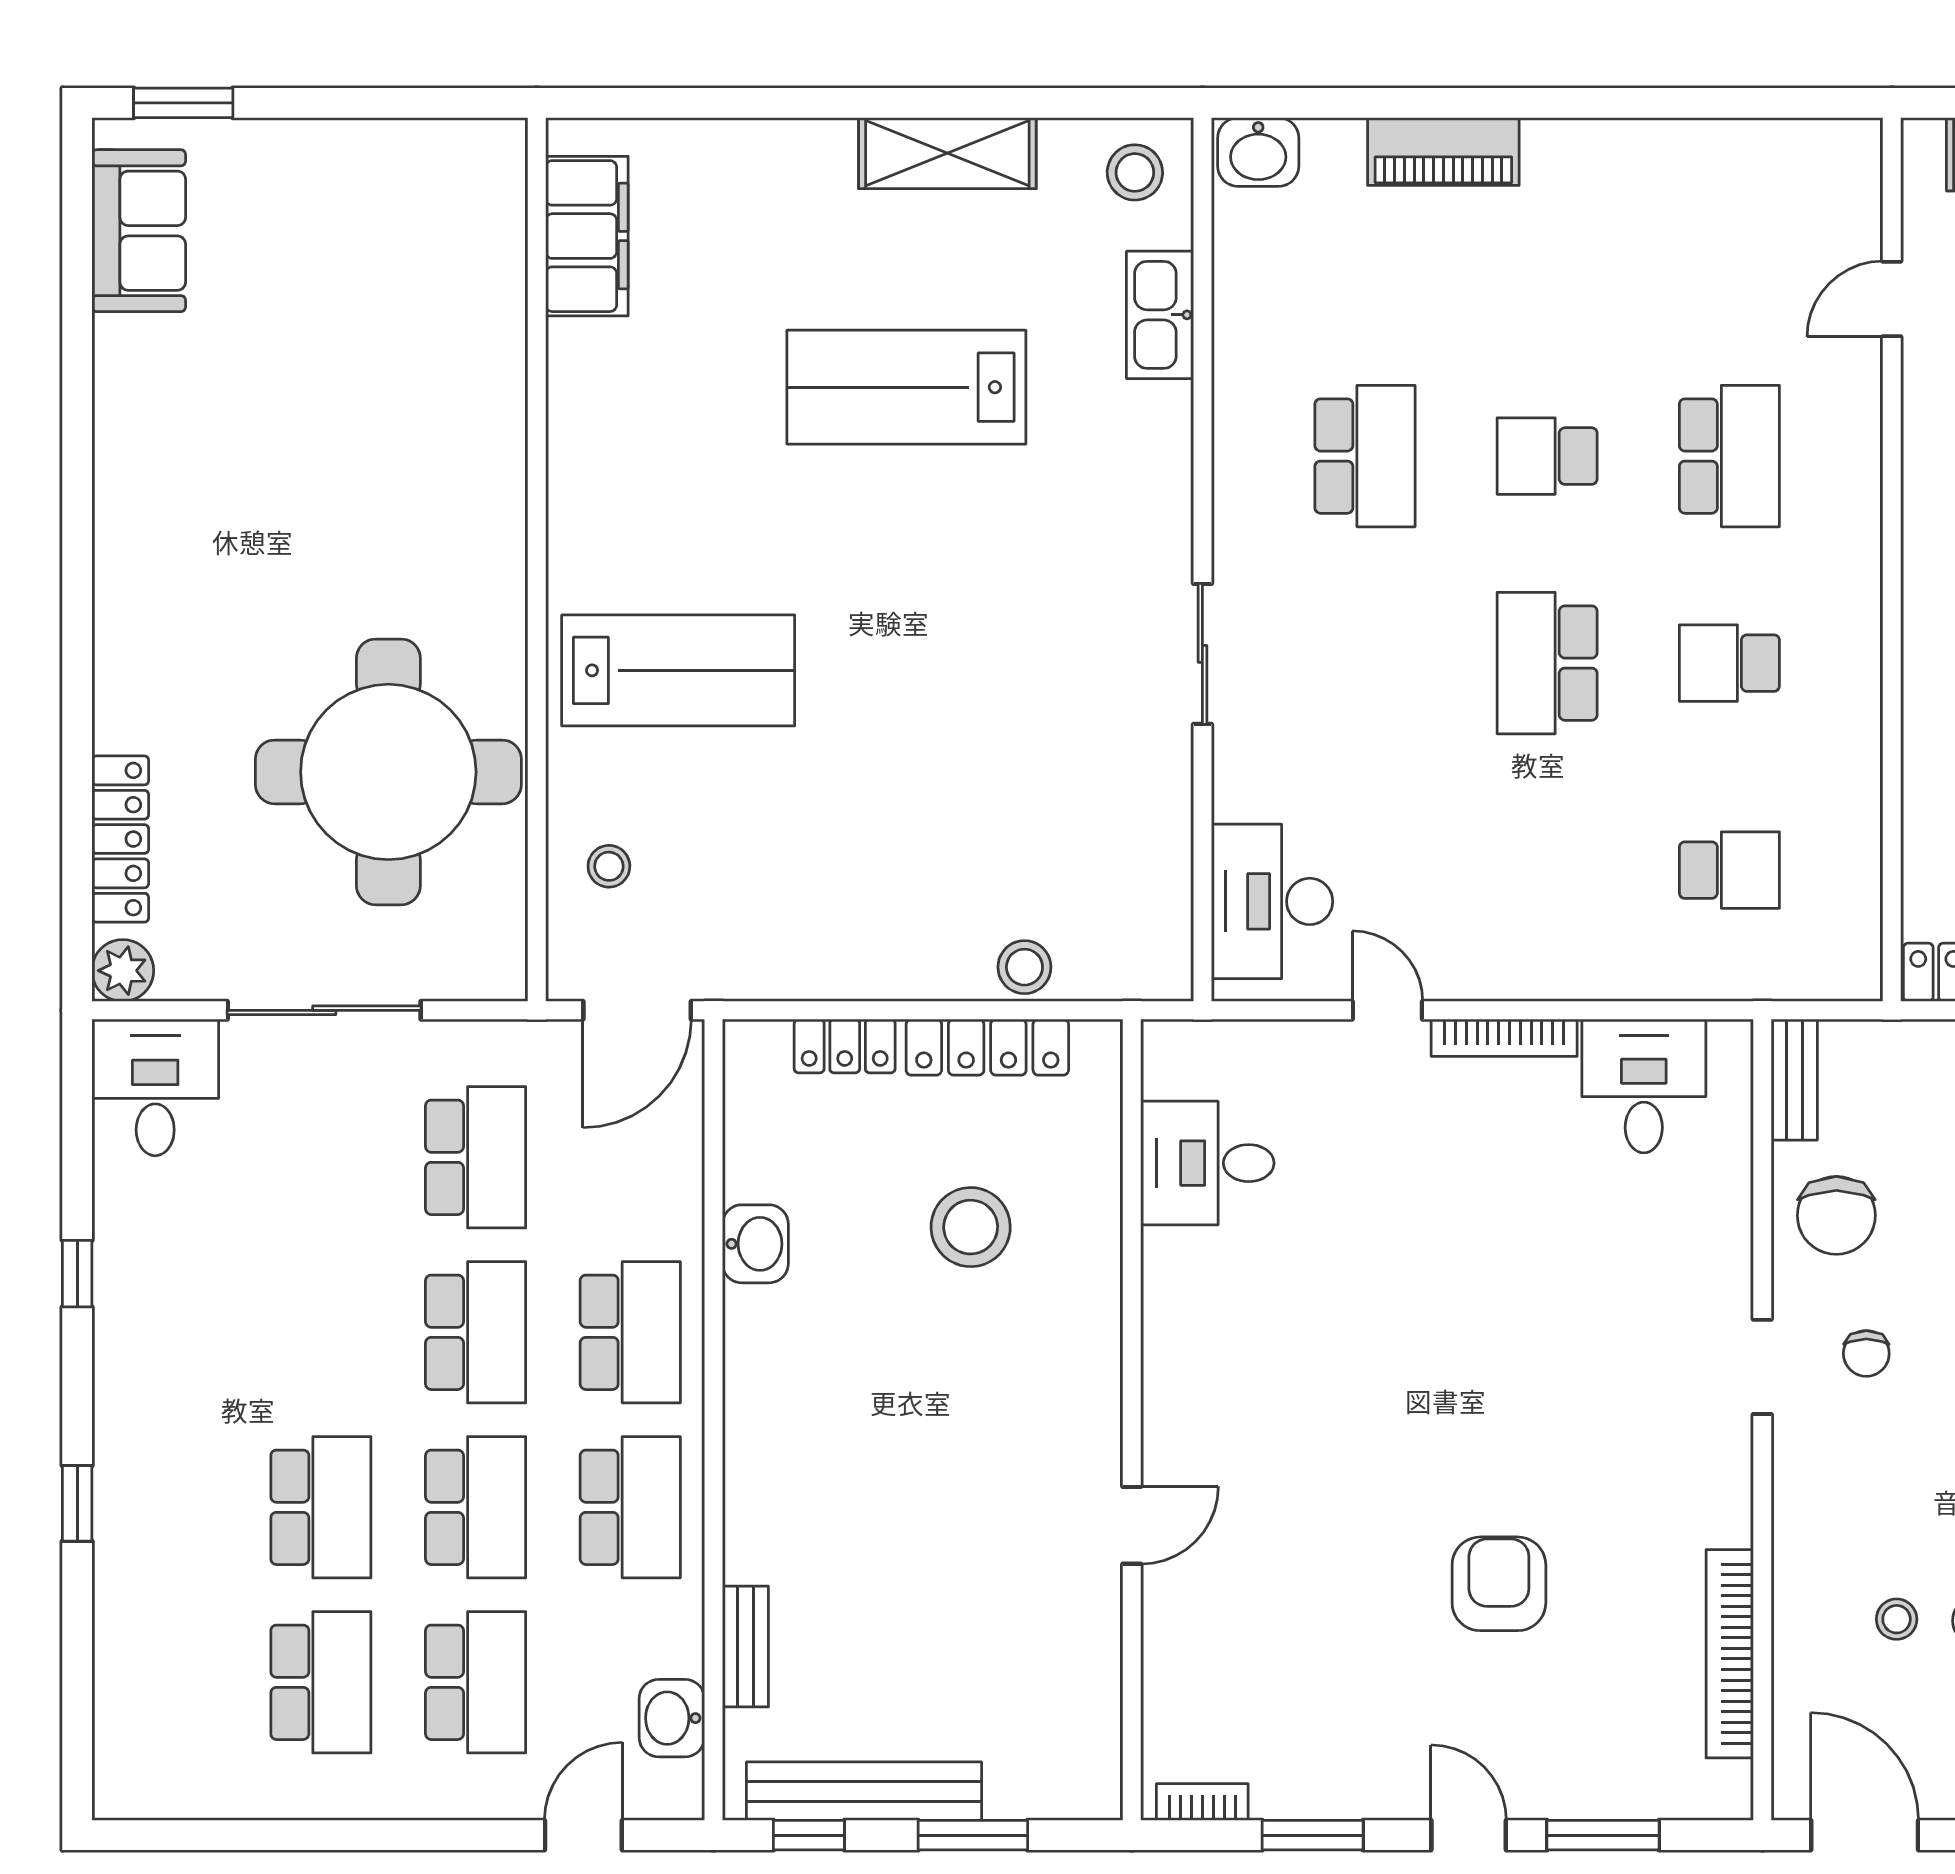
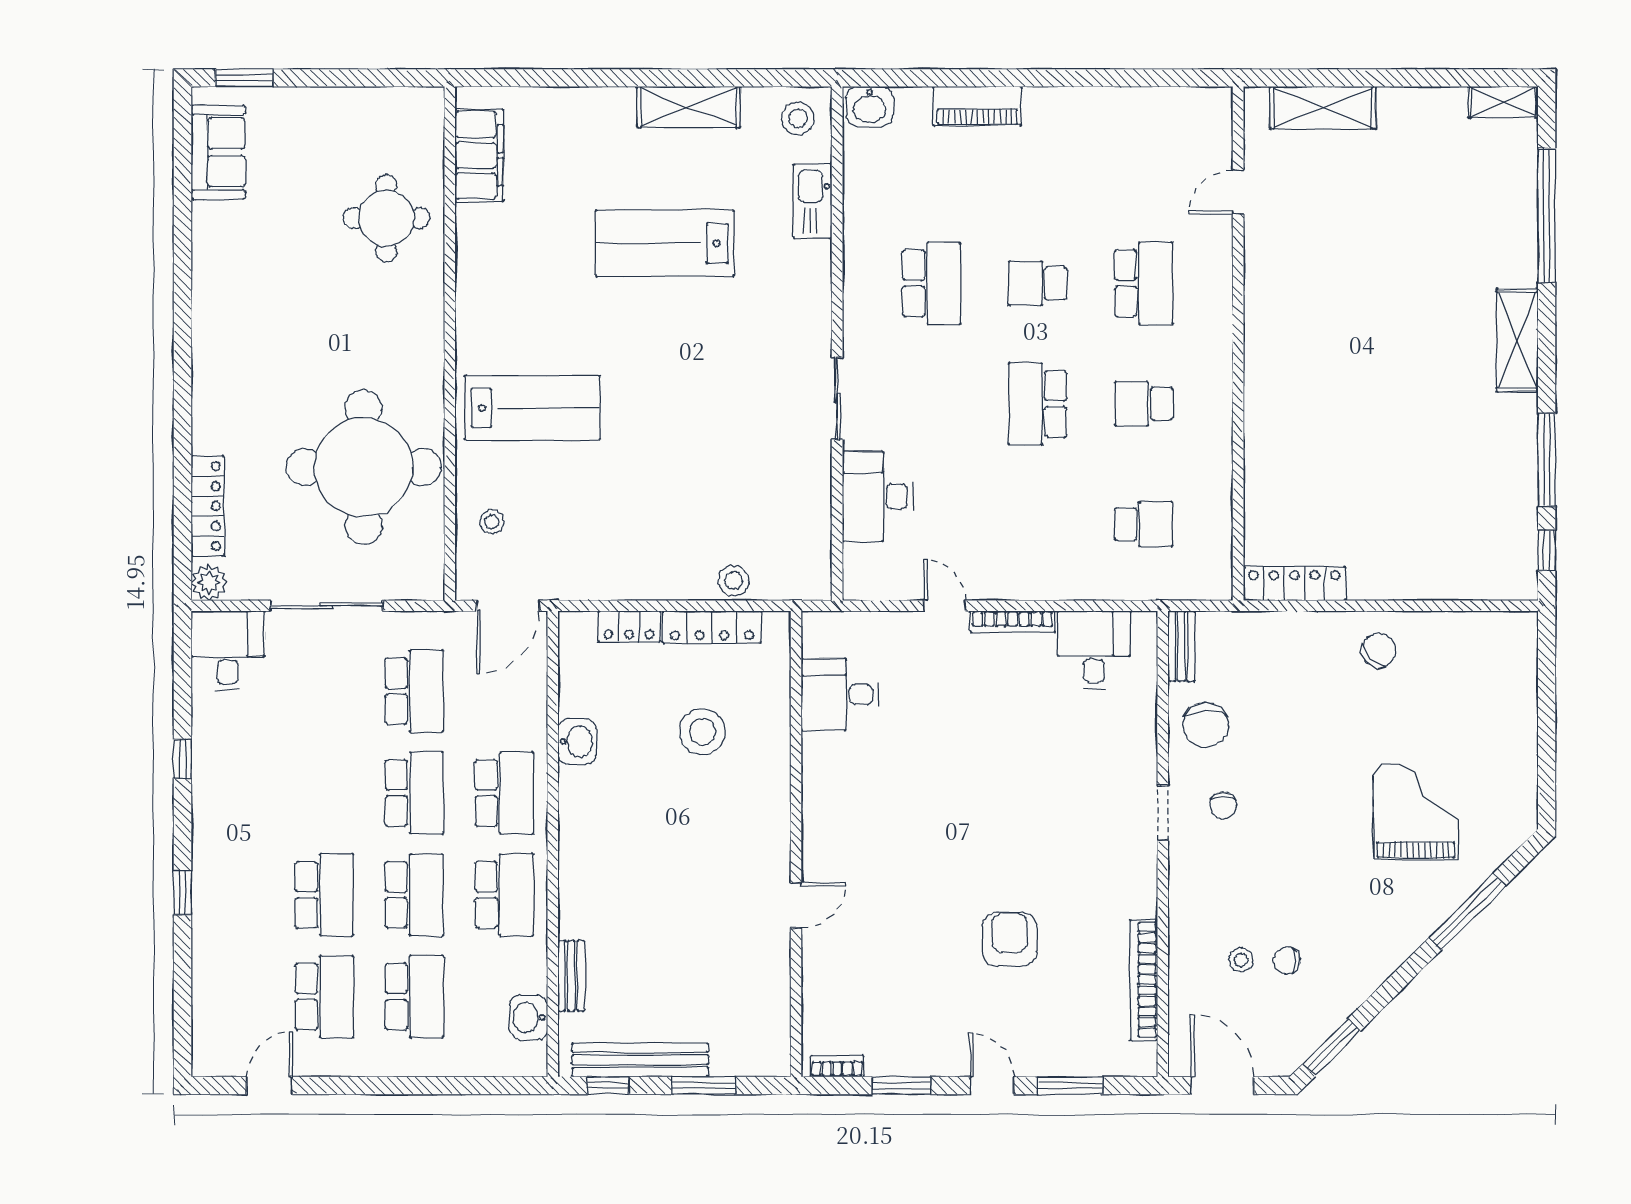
round table: (428, 344) -> (386, 218), added
desk: (1272, 901) -> (878, 496), moved
door: (583, 1835) -> (269, 1086), moved

